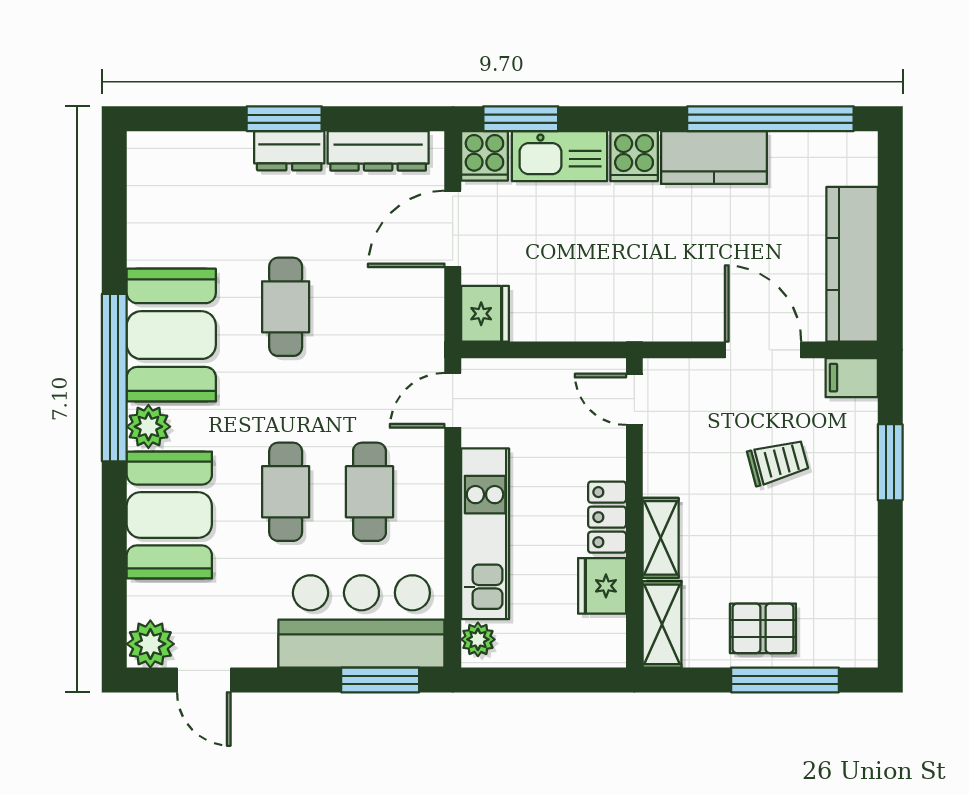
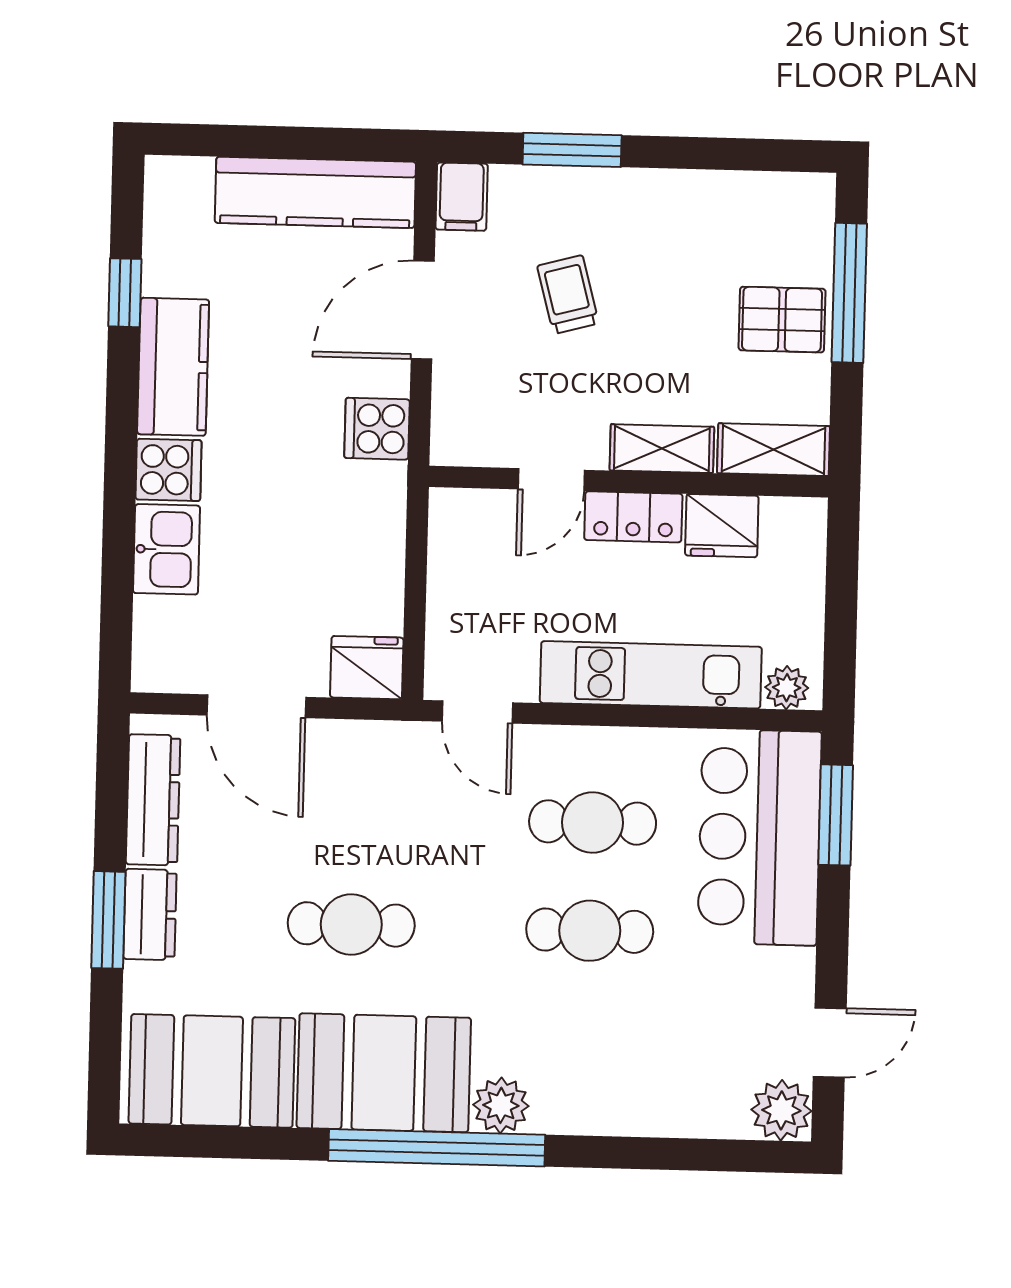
window: (521, 119) -> (116, 615), removed
window: (770, 119) -> (125, 293), width x0.32
cooker: (484, 156) -> (377, 429), moved, turned 180
kitchen sink: (559, 156) -> (167, 549), width x0.73
door: (634, 399) -> (551, 480), moved
booth: (169, 515) -> (212, 1071), moved
pallet: (763, 628) -> (782, 320), turned 90

